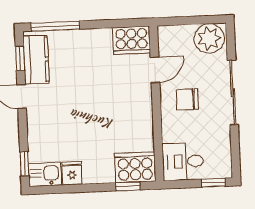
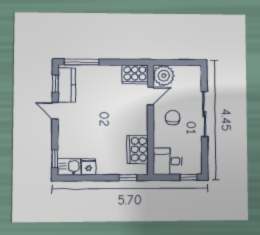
plant: (209, 38) -> (164, 76), moved
chair: (187, 99) -> (173, 118), turned 90
cooker: (135, 167) -> (138, 149), moved, turned -90

